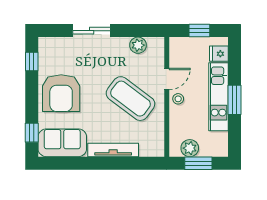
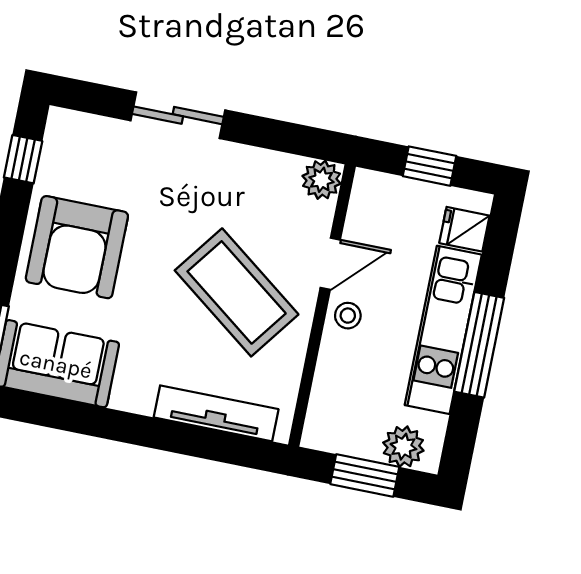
plant: (138, 45) -> (322, 180), moved
window: (235, 100) -> (479, 345), width x1.44
plant: (190, 148) -> (403, 447), moved
tv unit: (113, 150) -> (216, 413), moved

